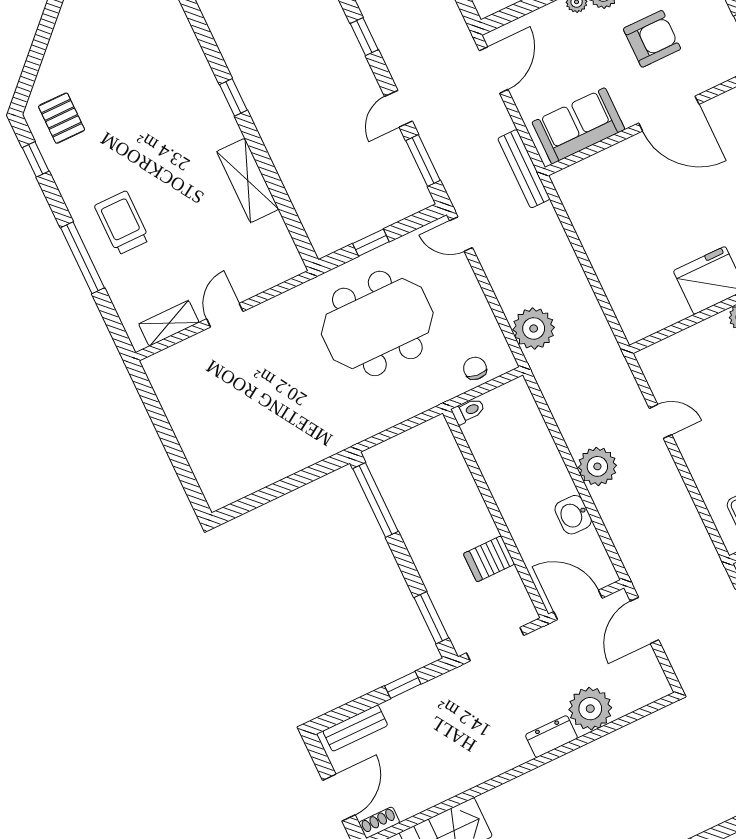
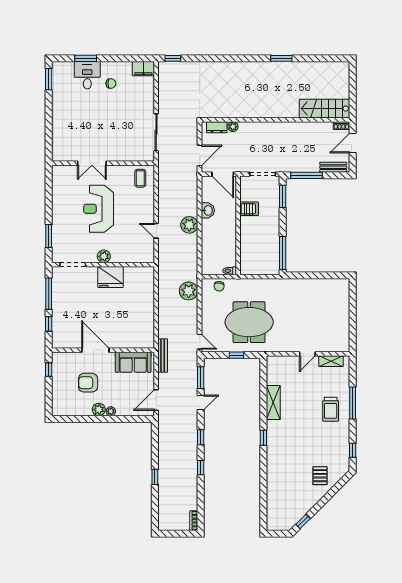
pallet: (62, 118) -> (320, 476), moved
window: (403, 685) -> (306, 175), width x2.17
plant: (590, 709) -> (233, 127), width x0.53, depth x0.53
dresser: (551, 737) -> (217, 127), moved

